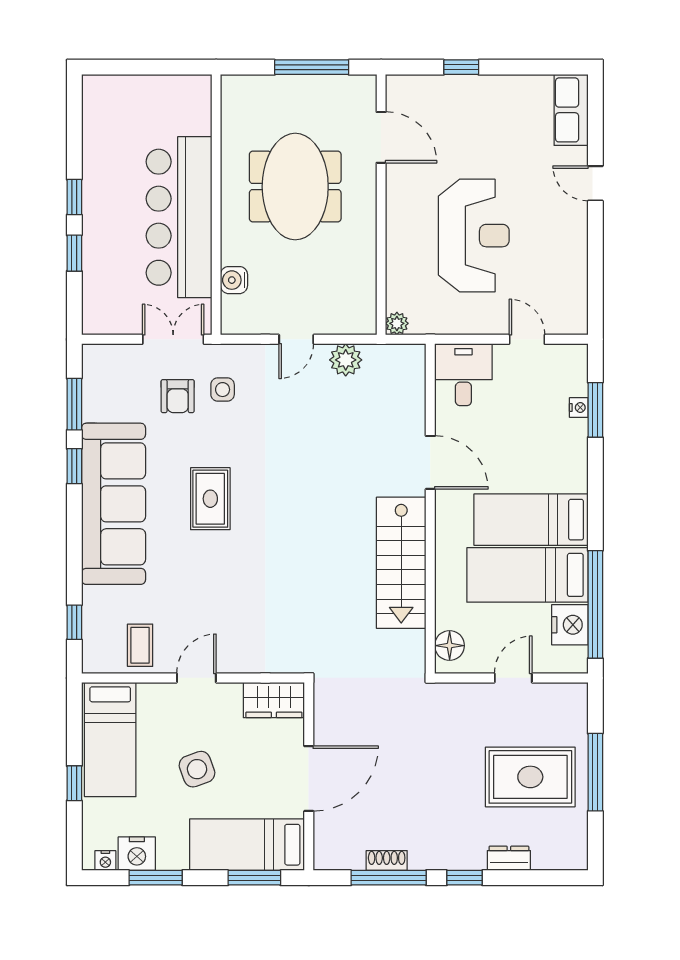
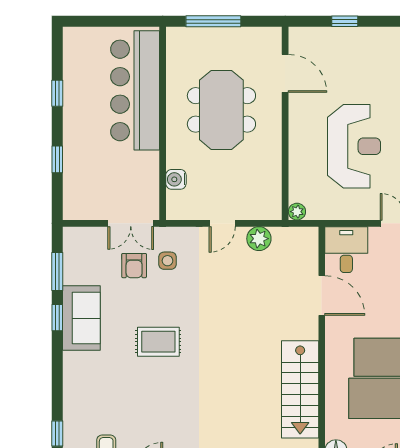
window: (312, 67) -> (213, 21), moved
window: (74, 197) -> (57, 93), moved
bar counter: (179, 217) -> (135, 90), moved
double door: (173, 339) -> (131, 223), swing flipped
door: (430, 462) -> (322, 296), moved
rug: (210, 499) -> (158, 342), turned 90
sofa: (114, 504) -> (81, 318), width x0.54, depth x0.79

